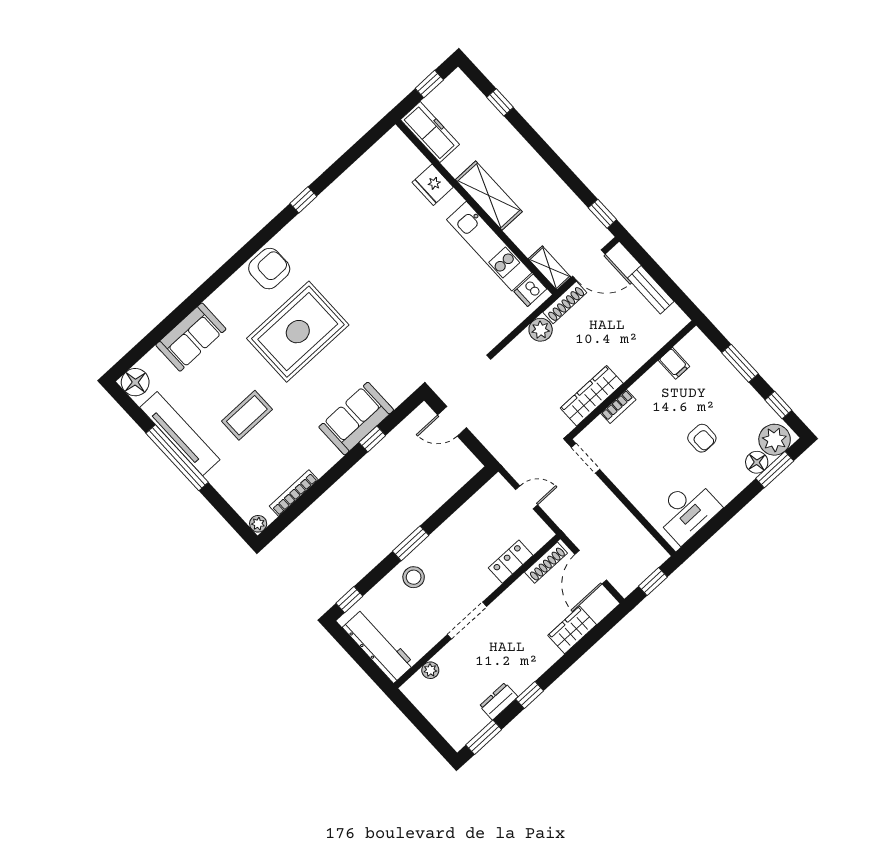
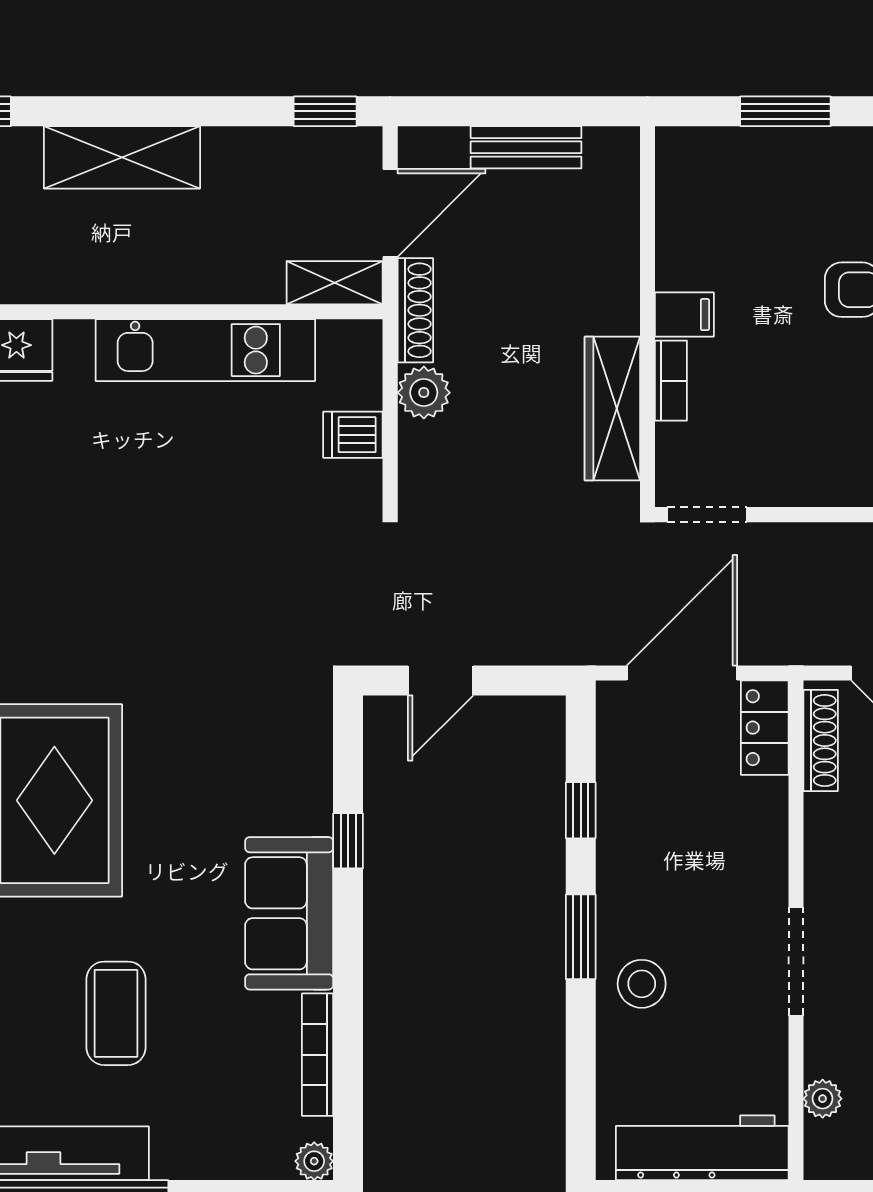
shelving: (489, 196) -> (122, 157), moved
dishwasher: (530, 290) -> (353, 435), moved, turned 90
filing cabinet: (674, 363) -> (684, 315), moved
sofa: (356, 419) -> (289, 913), moved
door: (527, 497) -> (682, 673), width x1.88
locker: (511, 562) -> (765, 728), moved
window: (349, 600) -> (581, 810), moved

